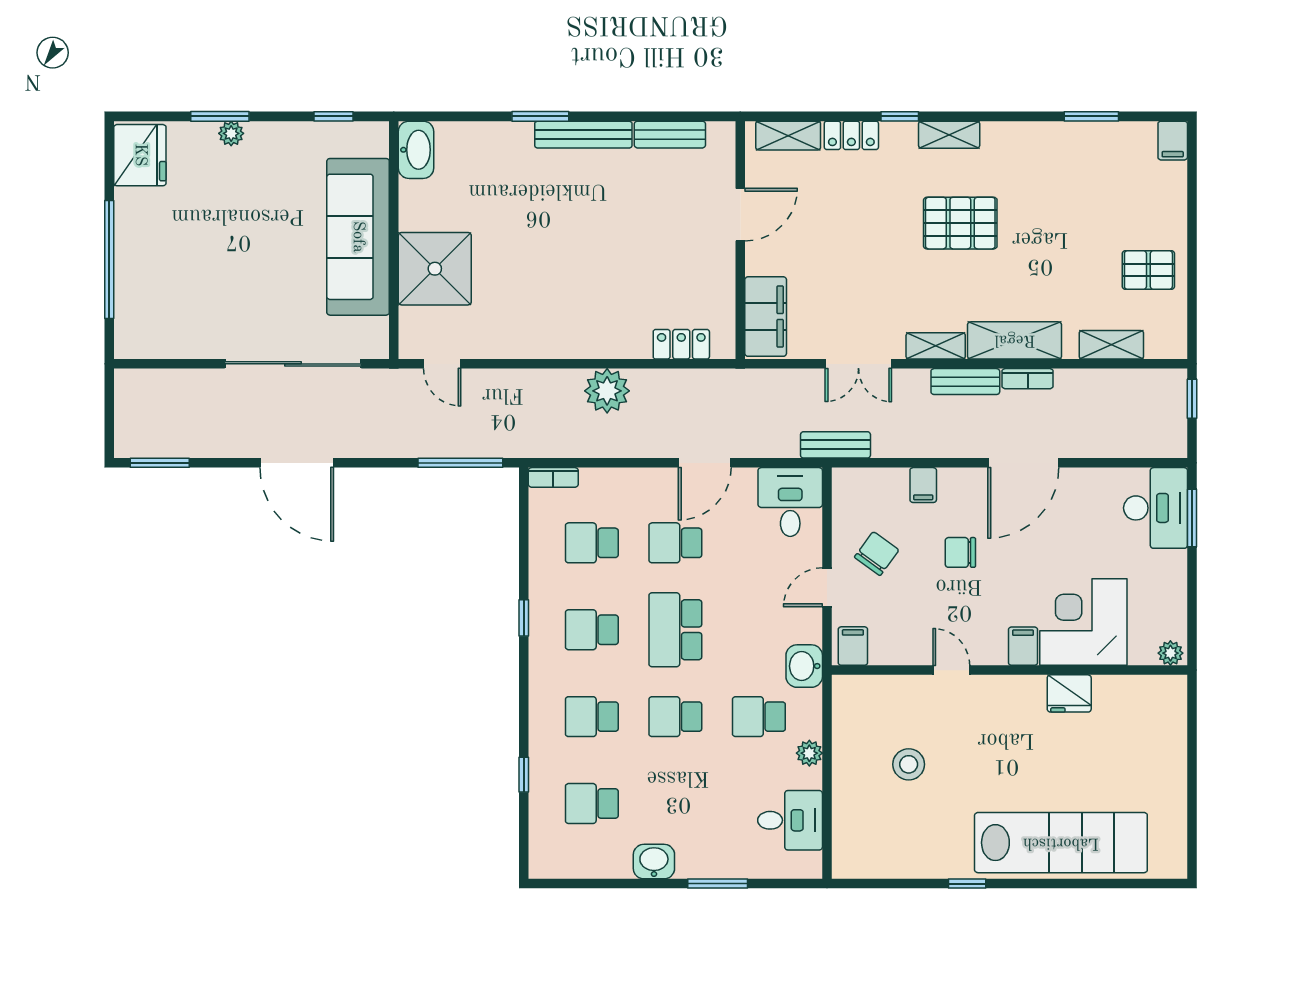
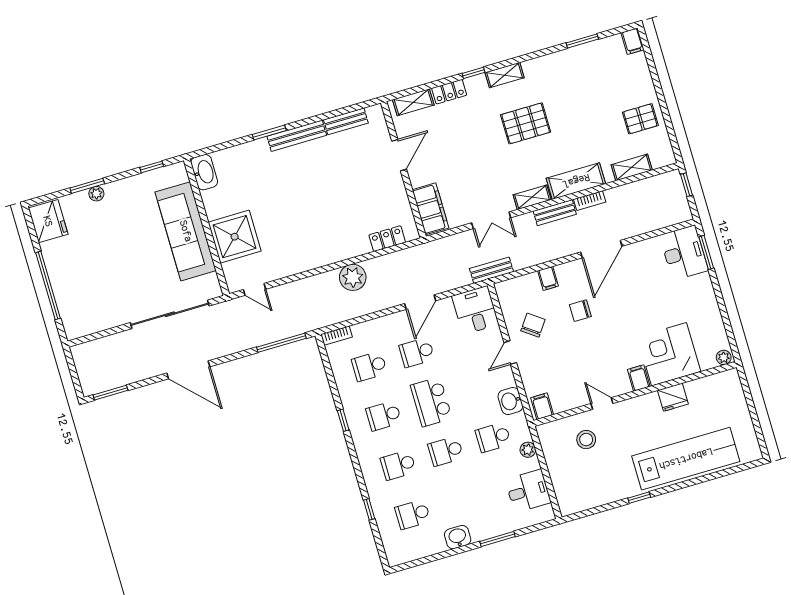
corner desk: (1083, 622) -> (669, 354), moved
filing cabinet: (853, 646) -> (542, 406), moved
filing cabinet: (1023, 646) -> (639, 378), moved
plant: (1170, 653) -> (724, 357), moved
door: (951, 670) -> (602, 404), moved
wall: (1009, 670) -> (635, 394), moved
fridge: (1069, 693) -> (673, 397), moved

